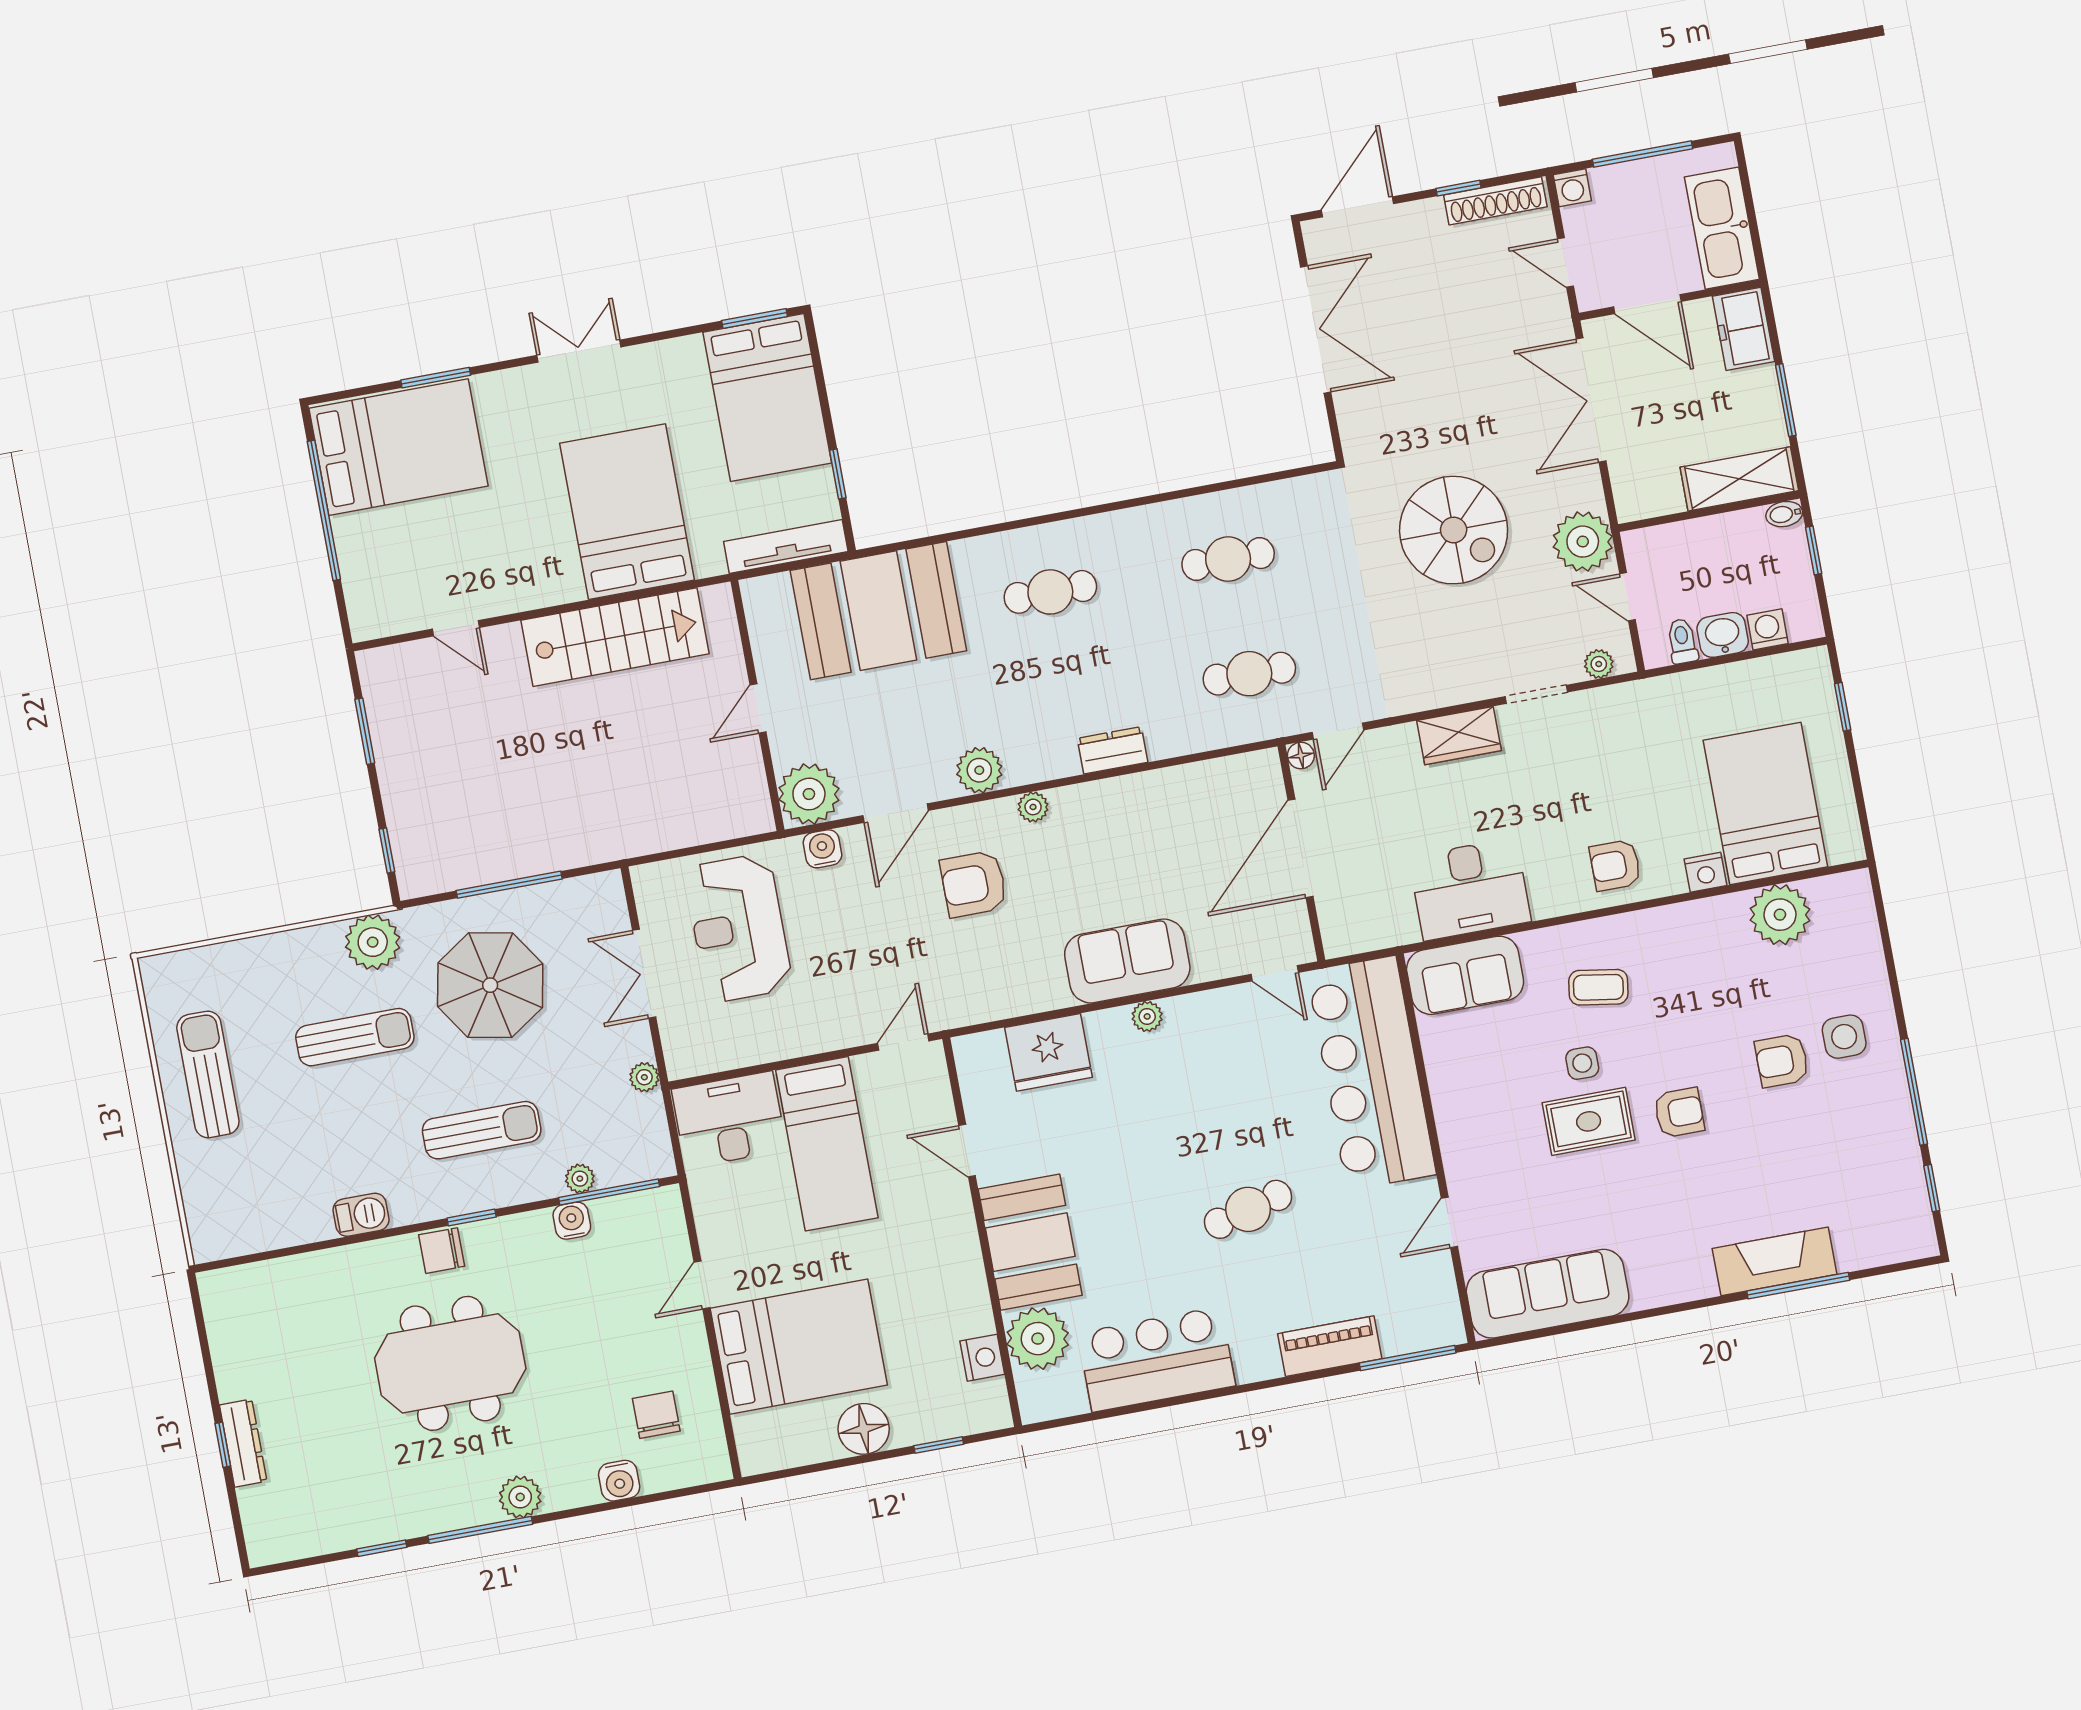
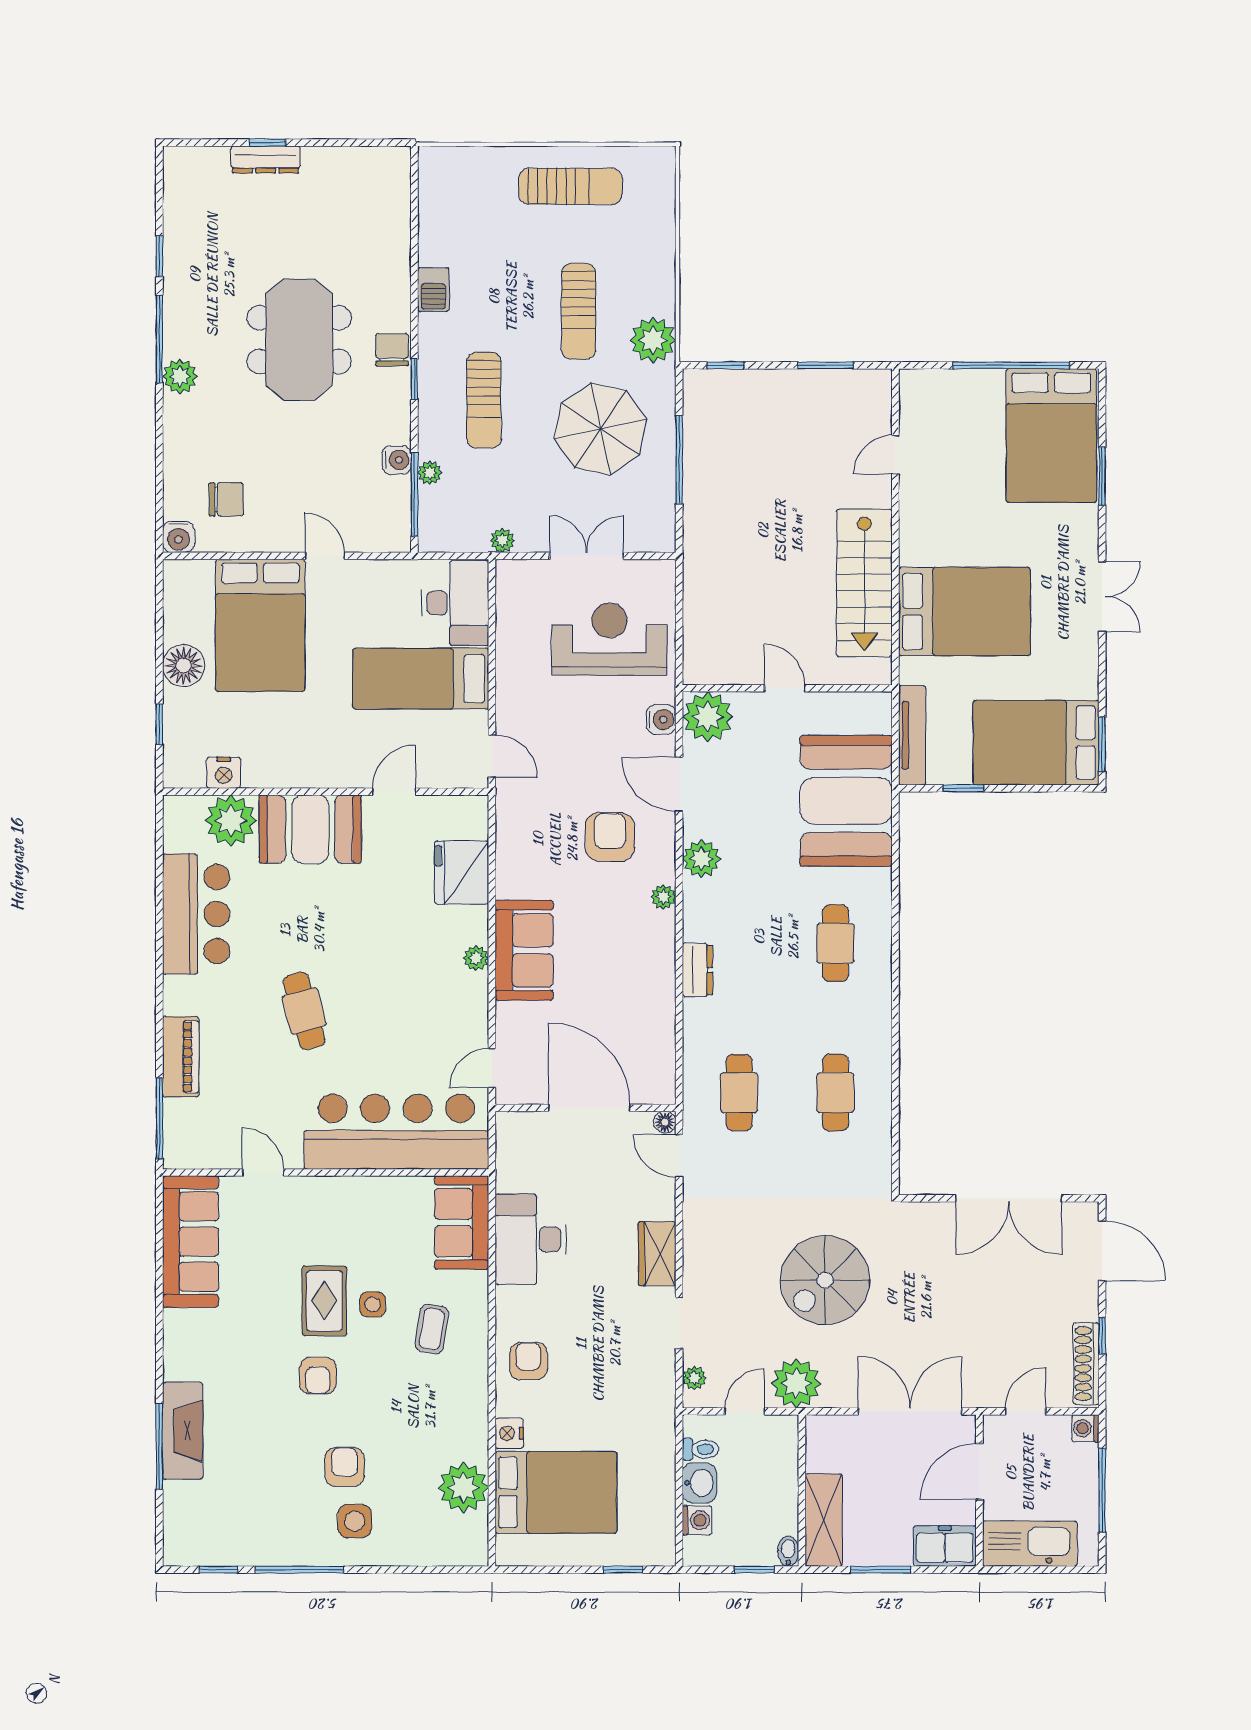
water cooler: (619, 1481) -> (178, 537), moved, turned -90

